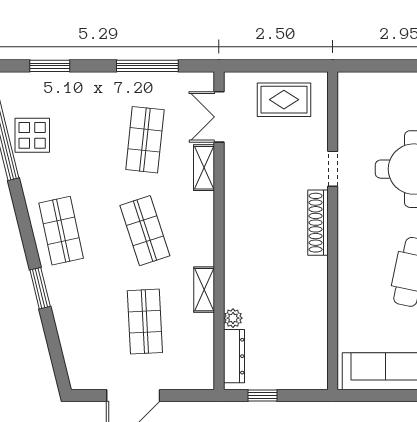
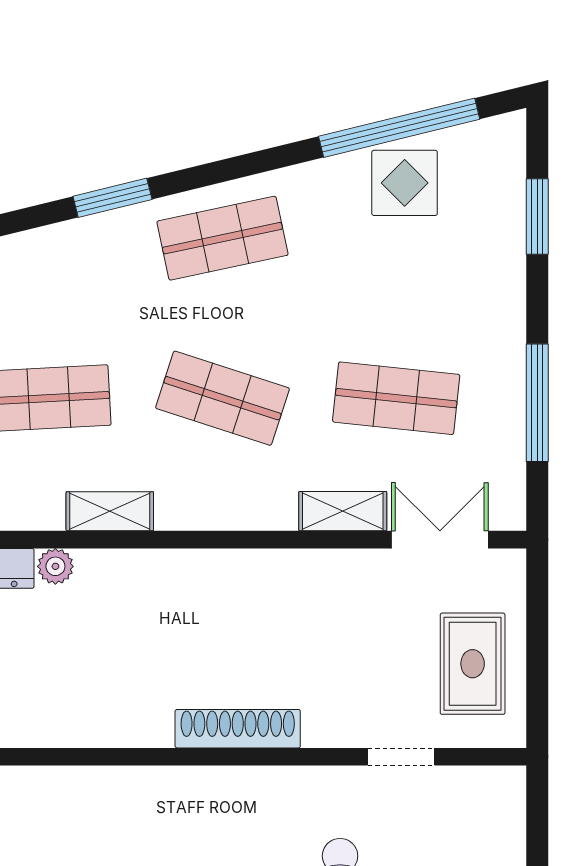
doorway: (333, 169) -> (401, 757), moved
shop shelf: (145, 231) -> (222, 398), turned 36

